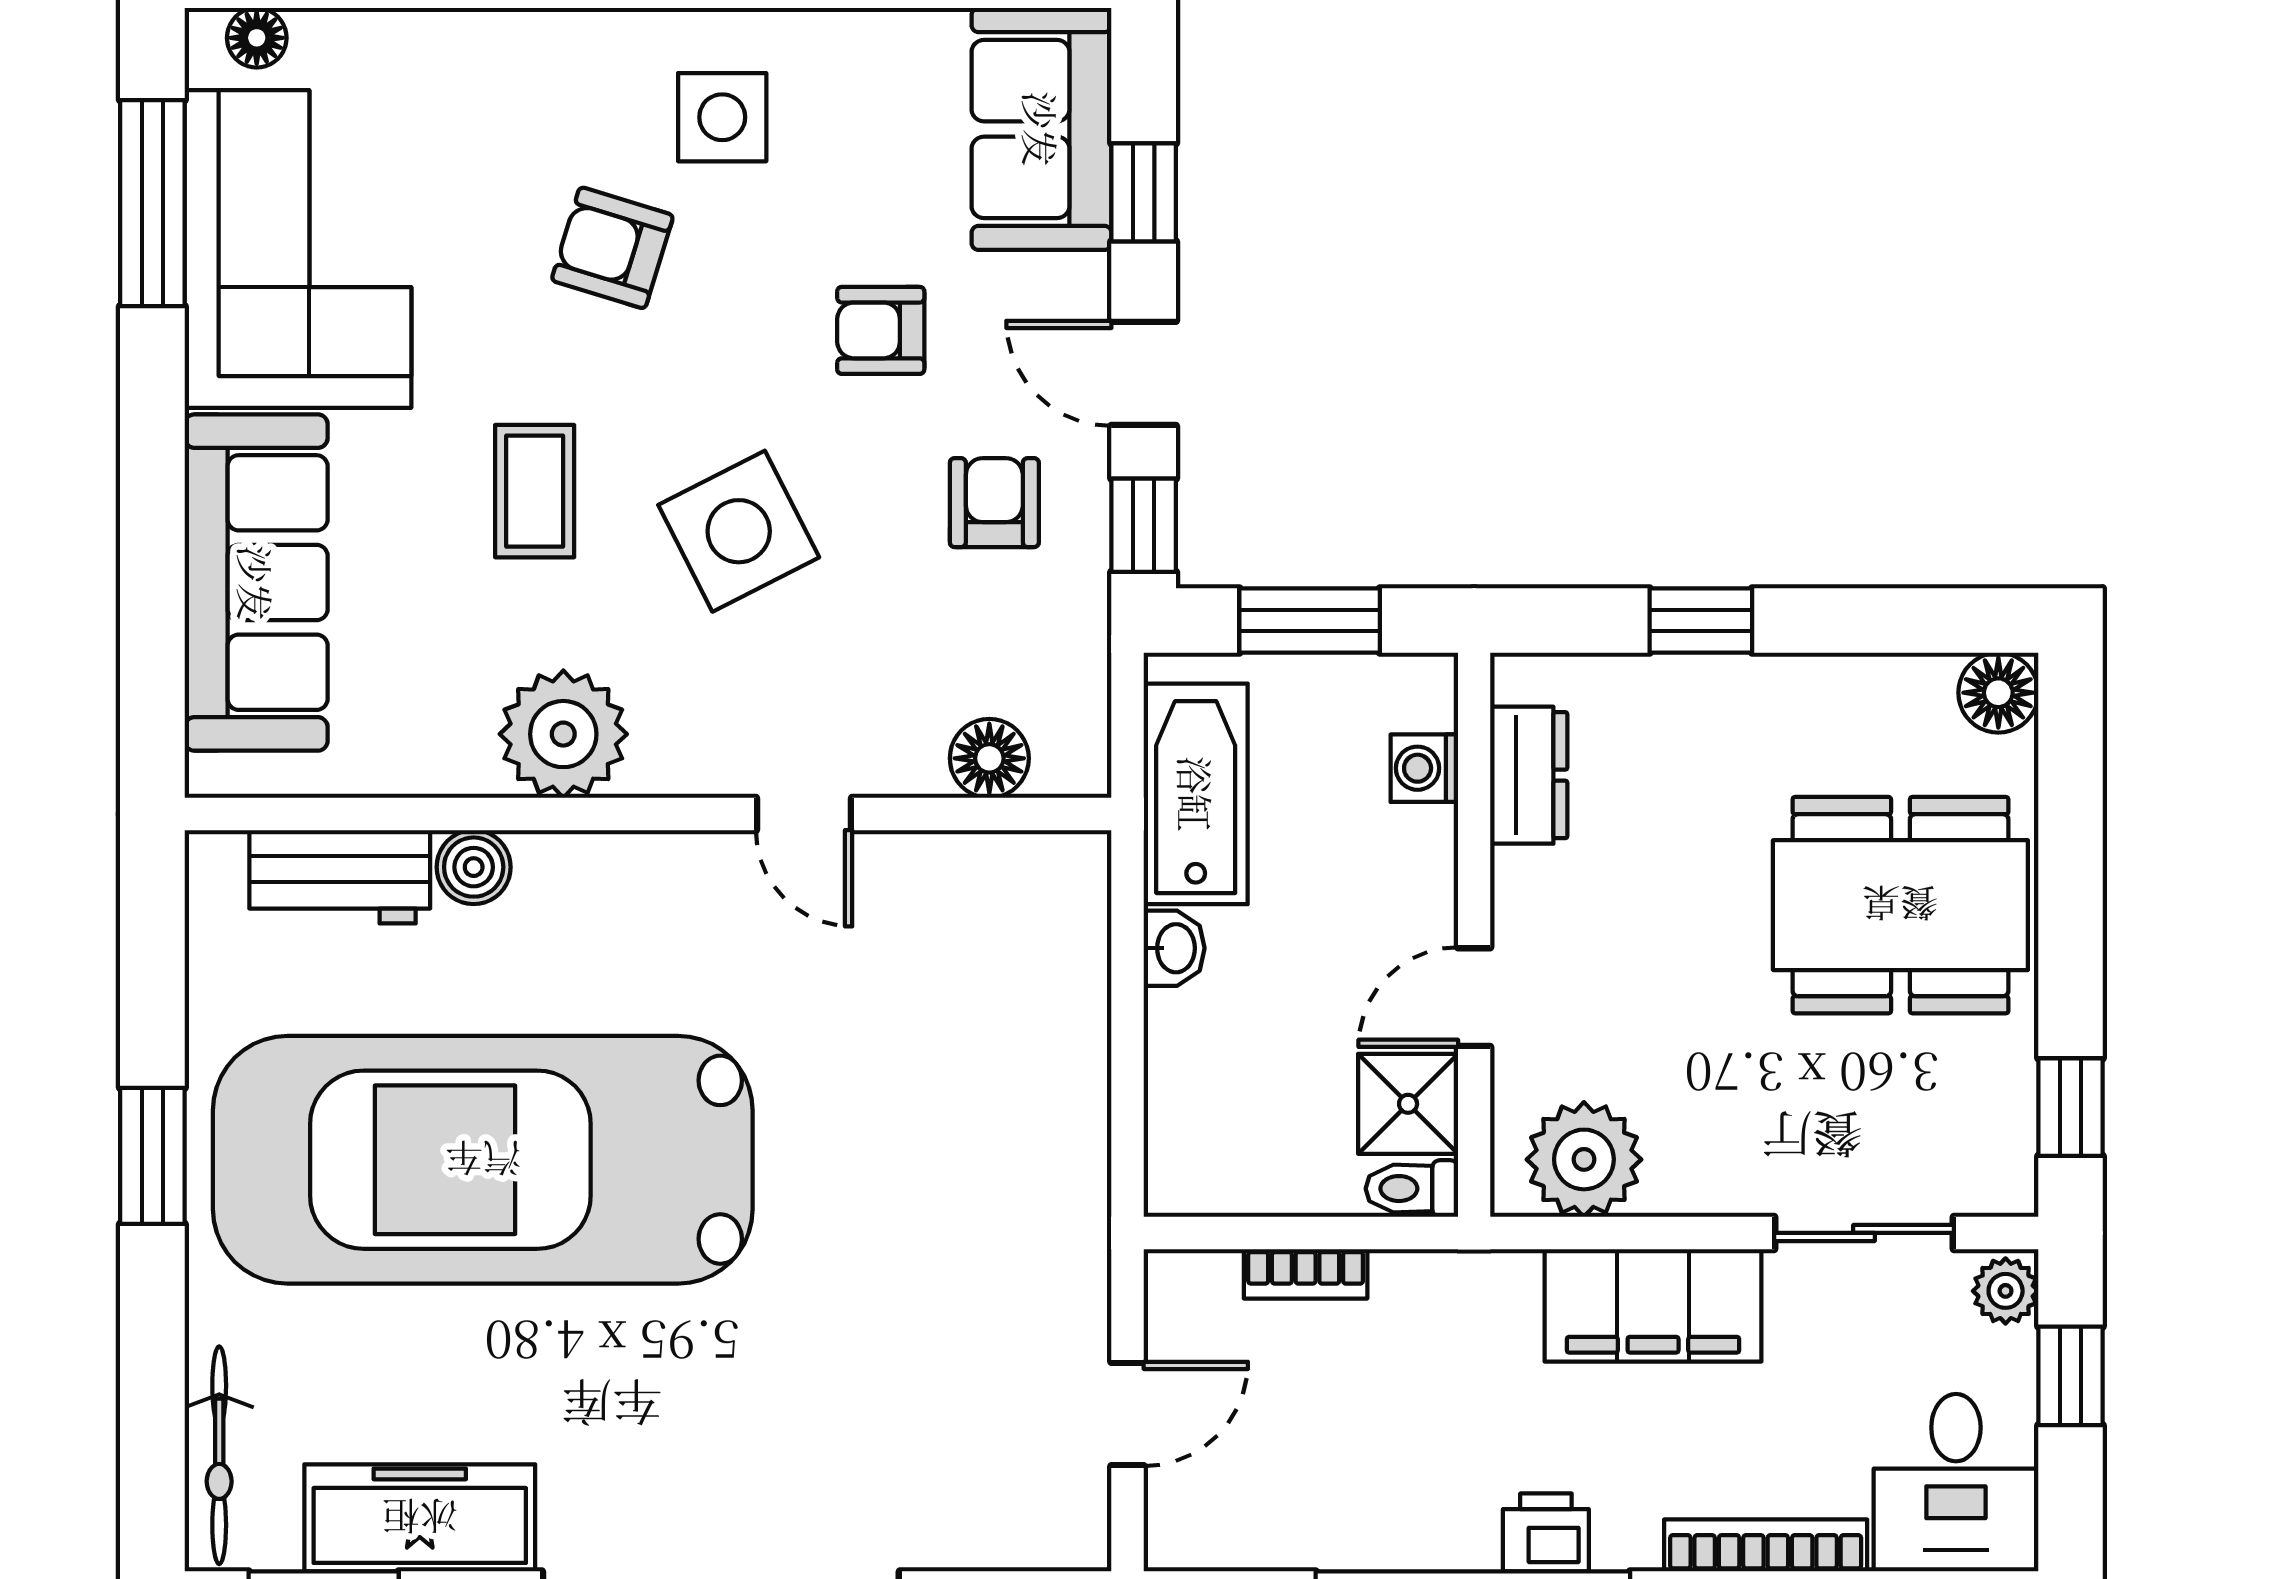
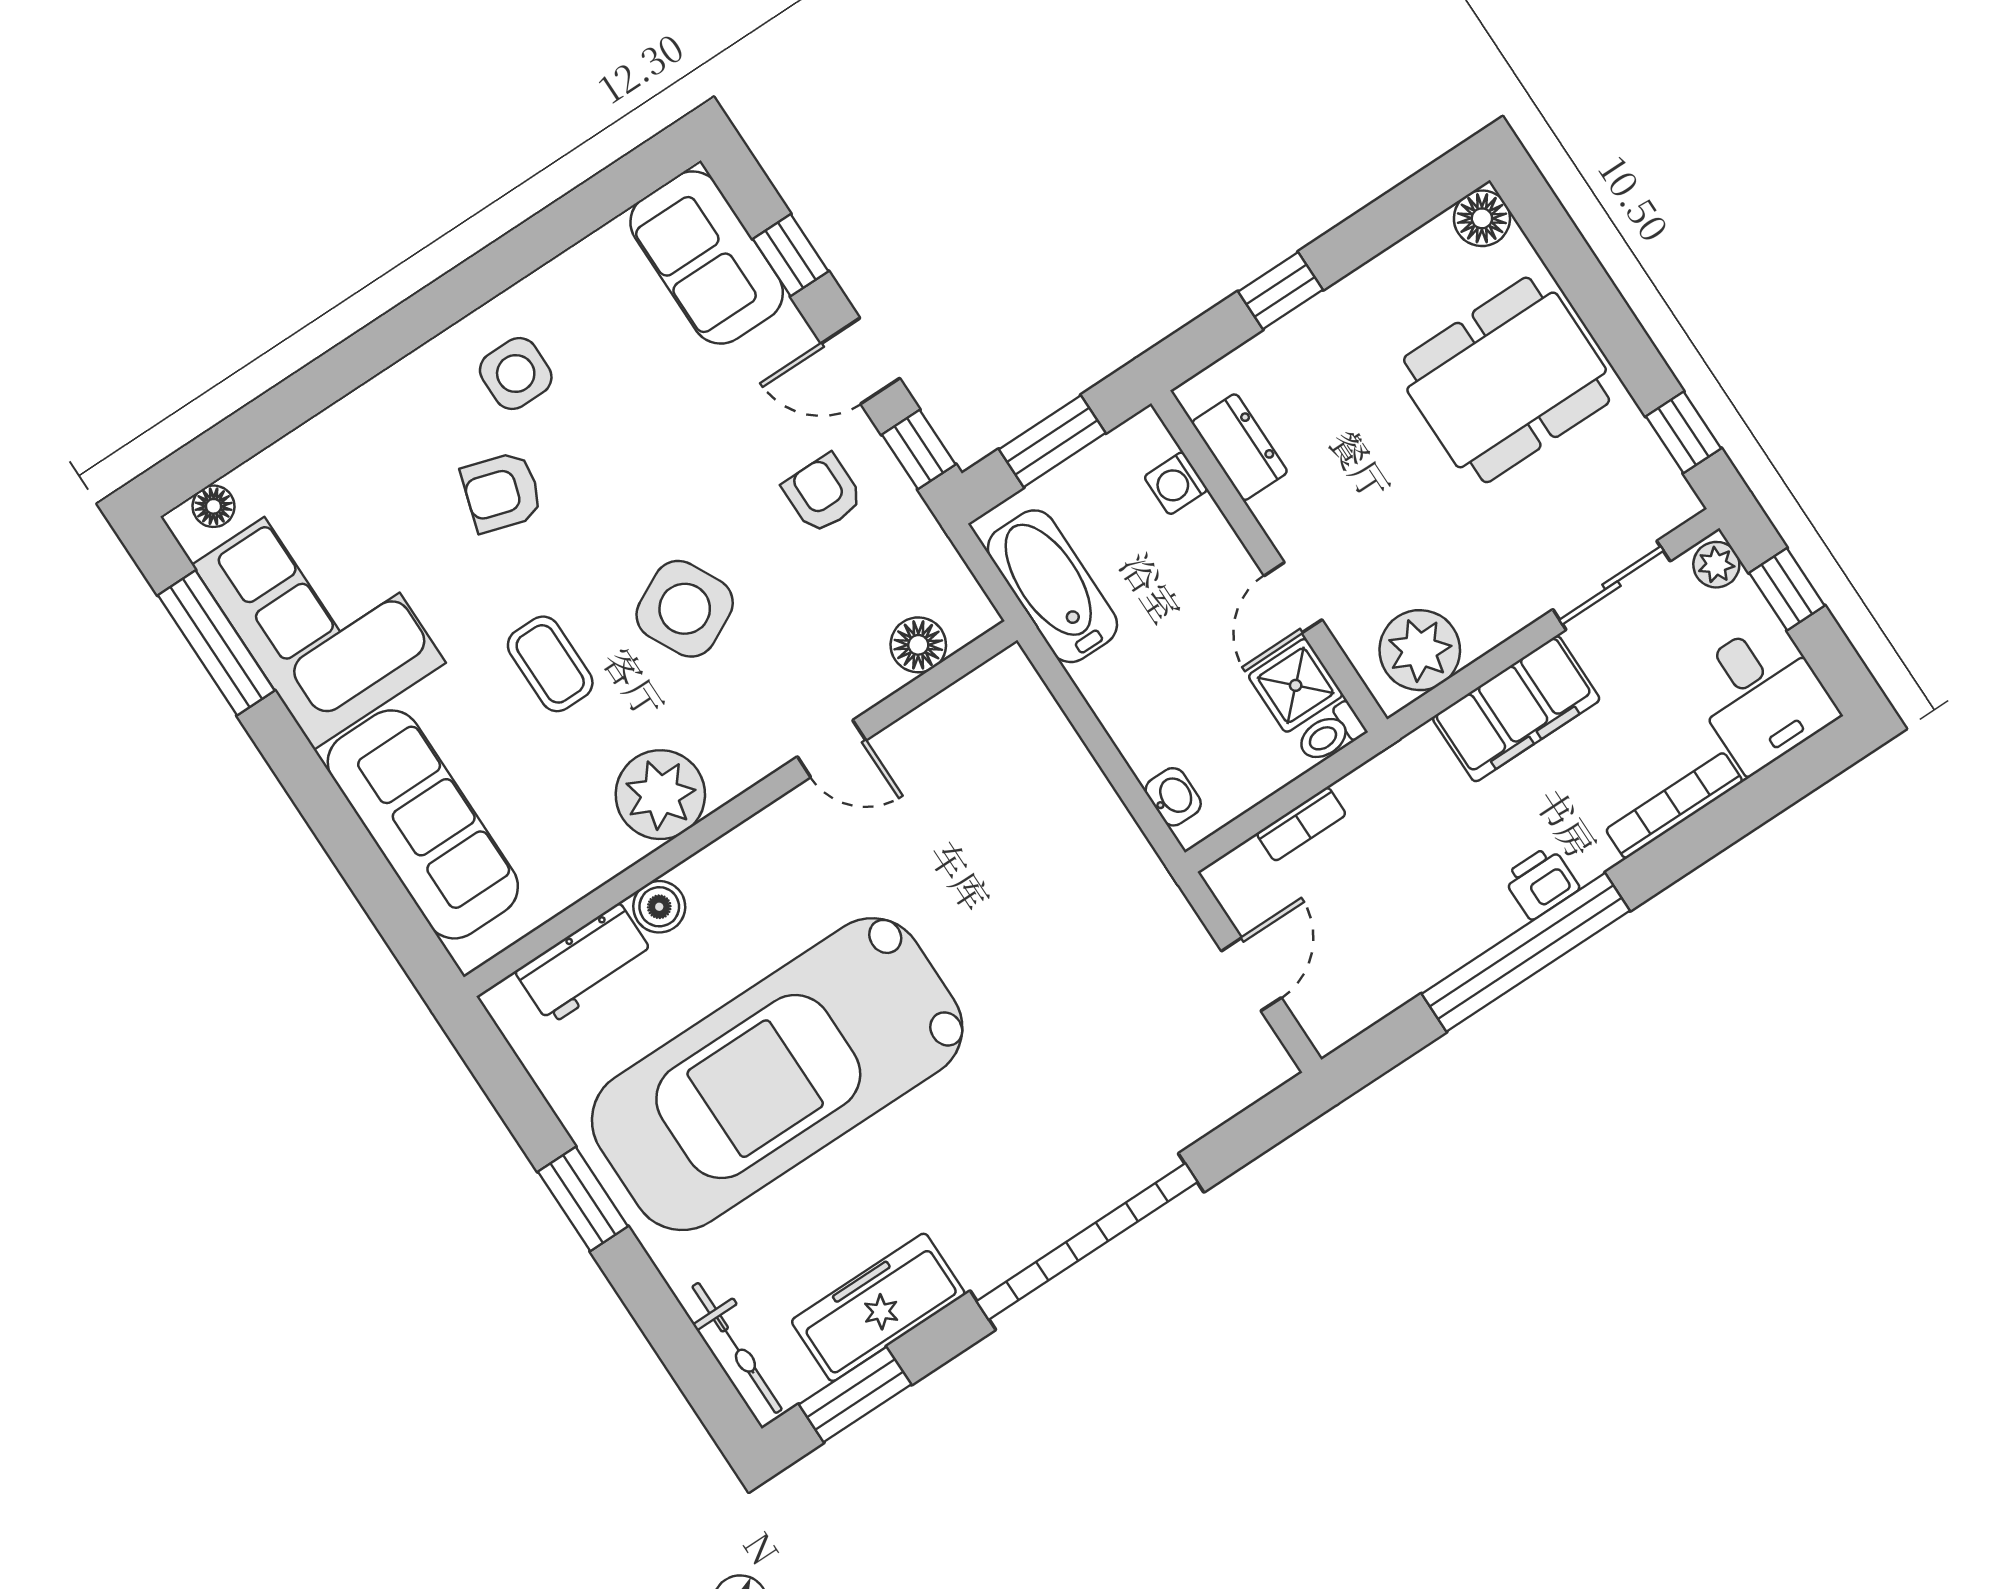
armchair: (881, 330) -> (690, 437), removed
washbasin: (1174, 948) -> (1173, 797), moved

